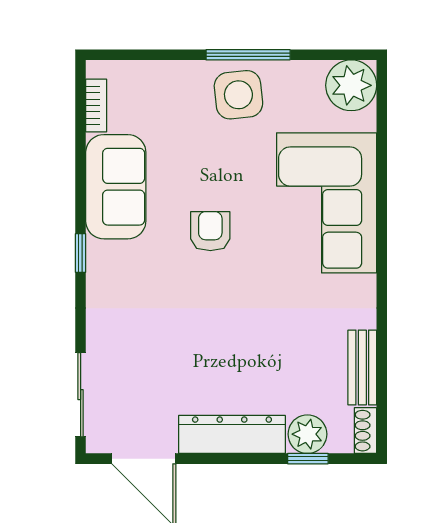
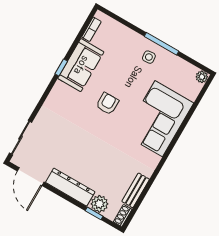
plant: (351, 85) -> (202, 77), width x0.53, depth x0.53
side table: (238, 95) -> (149, 57), width x0.54, depth x0.54
window: (81, 253) -> (61, 67), moved

